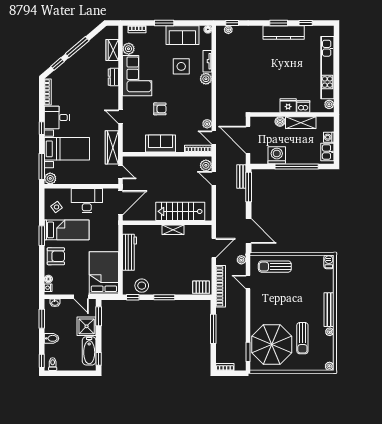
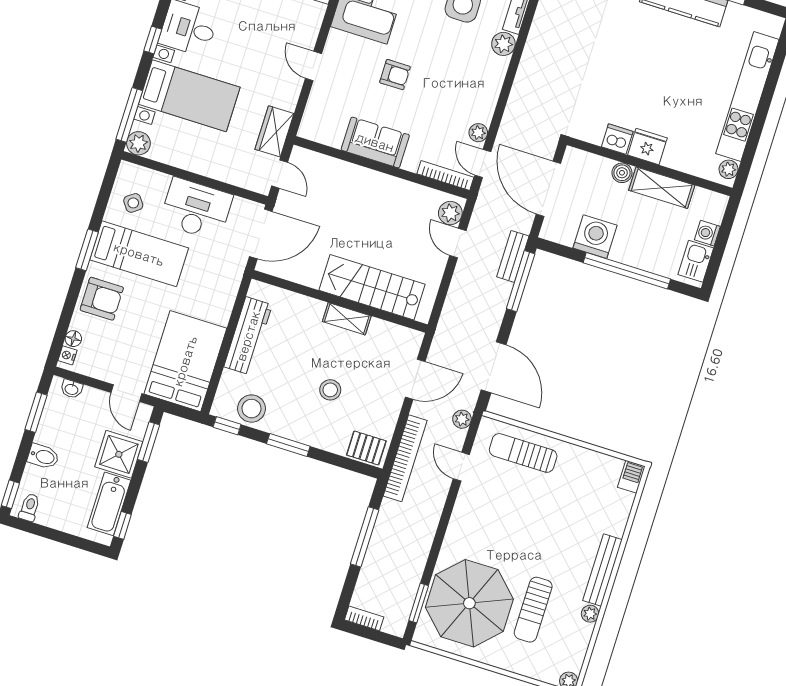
dishwasher: (303, 106) -> (617, 139), moved
wardrobe: (112, 147) -> (274, 131), width x0.67
stool: (176, 265) -> (330, 390), added

